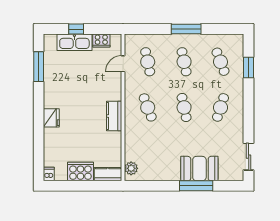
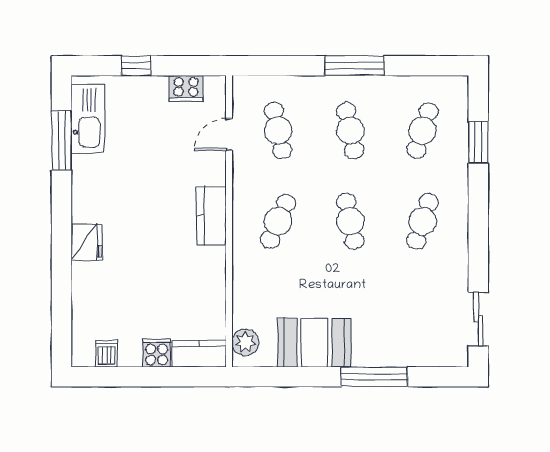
kitchen sink: (74, 42) -> (88, 118), moved, turned -90
cafe table: (220, 62) -> (423, 131), turned 39
cafe table: (148, 107) -> (278, 221), turned 45
kitchen counter: (114, 116) -> (211, 215), moved
booth: (199, 169) -> (314, 343), moved
cooker: (80, 172) -> (157, 353), width x0.53, depth x0.76
dishwasher: (49, 174) -> (107, 353), moved

